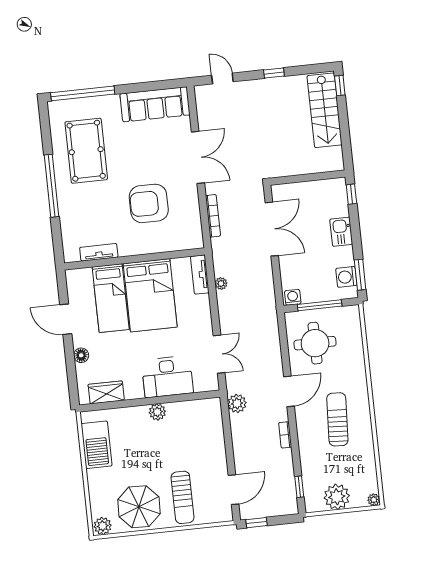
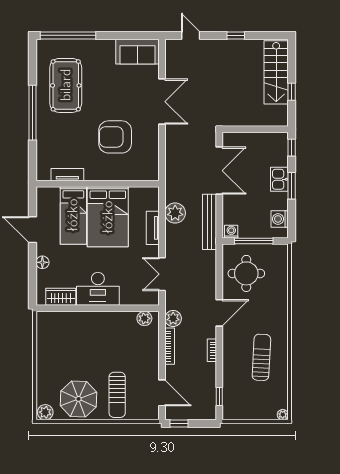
window: (340, 85) -> (292, 92), moved
sofa: (155, 104) -> (138, 52), width x0.73
bookcase: (213, 216) -> (170, 346), moved
tv unit: (200, 275) -> (153, 228), moved
window: (360, 275) -> (292, 186), moved
plant: (221, 283) -> (175, 213), width x1.88, depth x1.88
bench: (267, 289) -> (210, 222), added
double door: (219, 354) -> (162, 274), swing flipped
desk: (167, 377) -> (98, 289), moved
plant: (157, 412) -> (144, 318), moved
sun lounger: (337, 419) -> (261, 357), moved
barbecue: (97, 445) -> (47, 341), removed
door: (233, 490) -> (162, 393), hinge flipped
plant: (337, 497) -> (251, 409), removed

